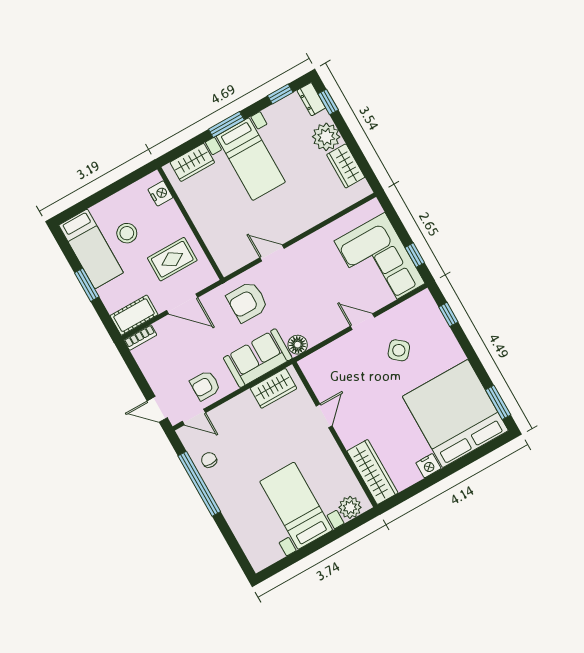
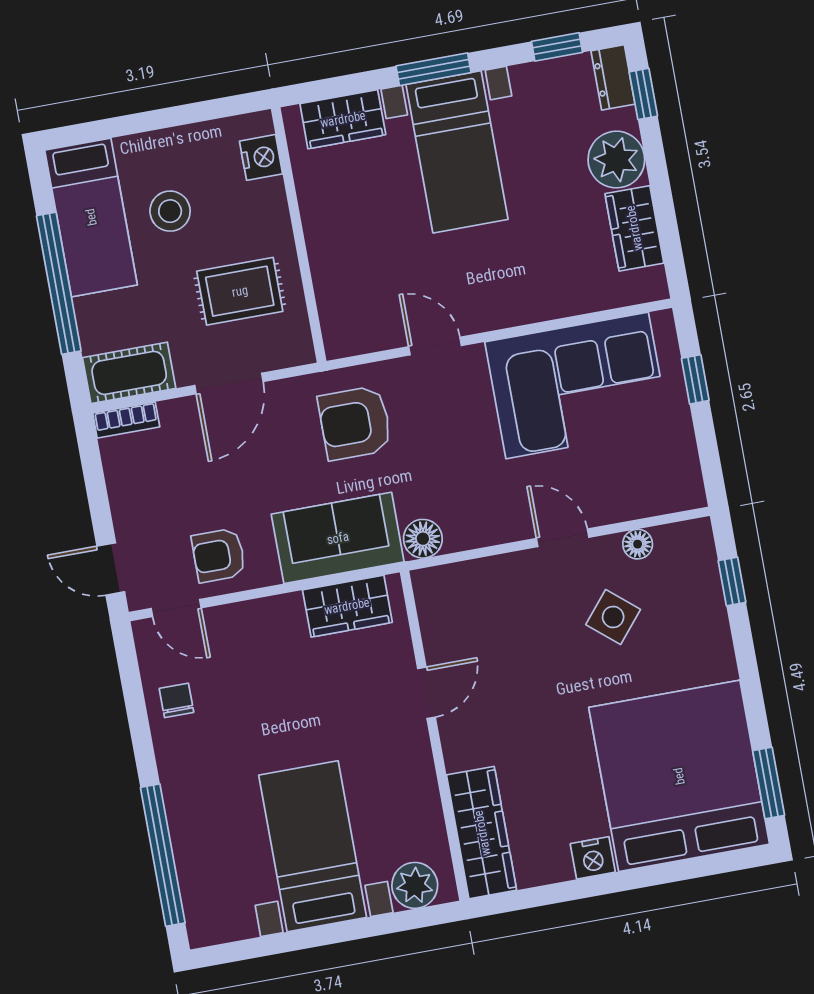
window: (415, 255) -> (695, 379), moved
corner sofa: (379, 262) -> (577, 385), moved, turned -90
window: (87, 285) -> (59, 283), width x2.11
door: (182, 304) -> (229, 384), hinge flipped
floor lamp: (398, 312) -> (638, 544), added
window: (199, 484) -> (163, 855), moved

